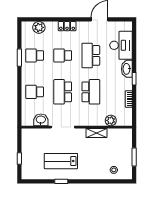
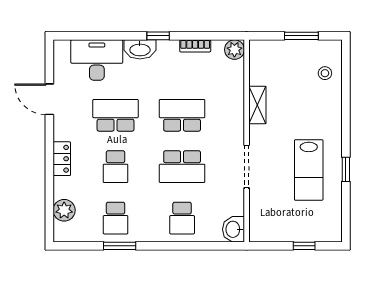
school desk: (91, 55) -> (116, 115), turned 180
washbasin: (41, 120) -> (233, 229), moved
plant: (111, 120) -> (234, 50), moved

